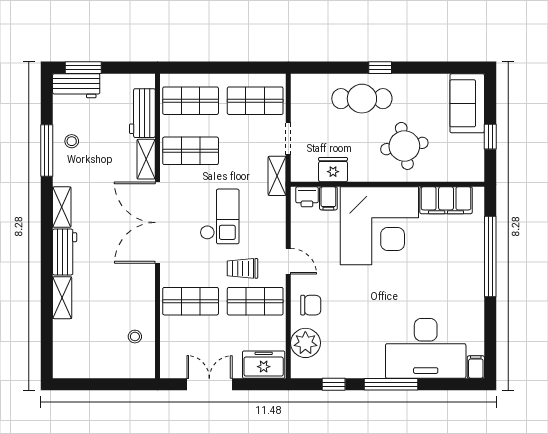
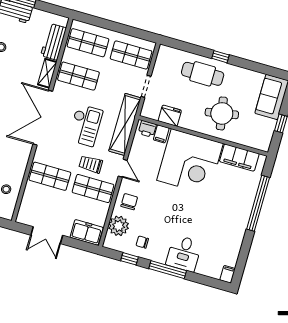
shelving: (277, 176) -> (125, 124), width x2.20, depth x1.33
chair: (311, 305) -> (129, 202), turned -90
desk: (426, 348) -> (184, 253), width x0.53, depth x0.77
chair: (345, 356) -> (142, 242), added
double door: (209, 384) -> (47, 235), swing flipped

